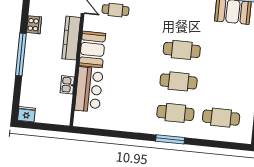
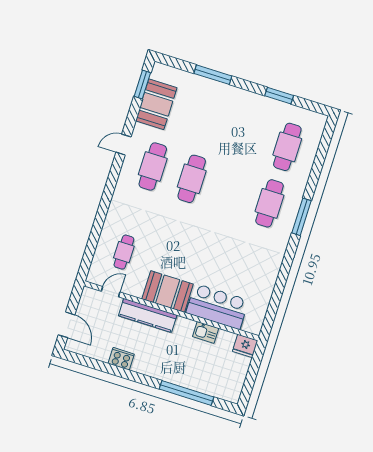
window: (21, 55) -> (186, 393), moved
cafe table: (179, 81) -> (153, 167), moved
fridge: (26, 114) -> (245, 346), moved, turned -90

